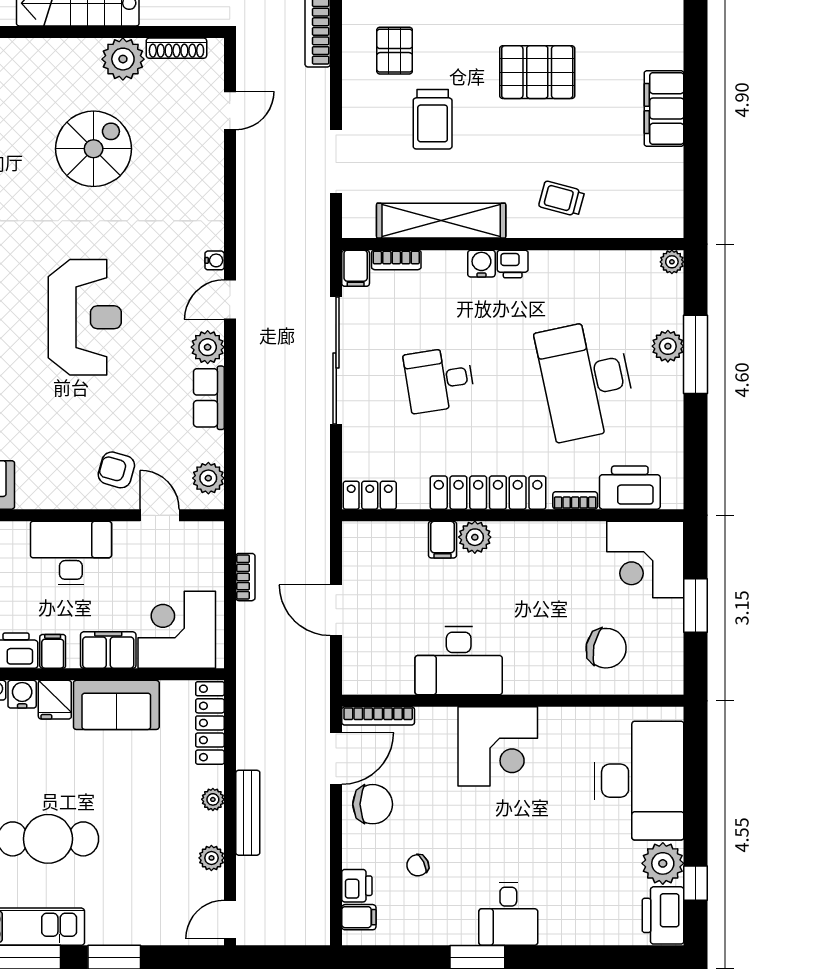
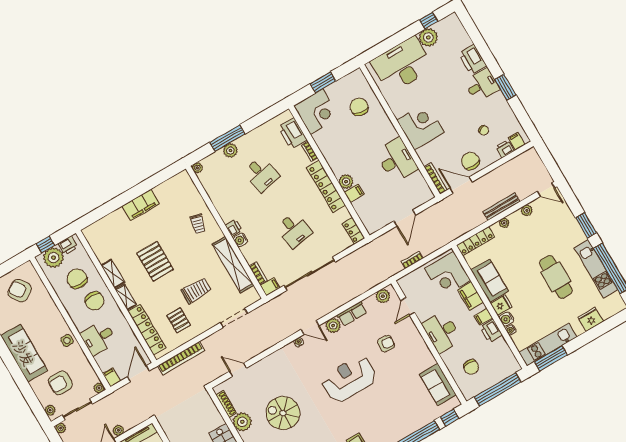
pallet: (395, 51) -> (179, 320), turned 90
desk: (586, 380) -> (261, 174), width x0.53, depth x0.77
armchair: (116, 470) -> (386, 344), moved, turned -101
printer: (663, 915) -> (473, 60), moved, turned 90

